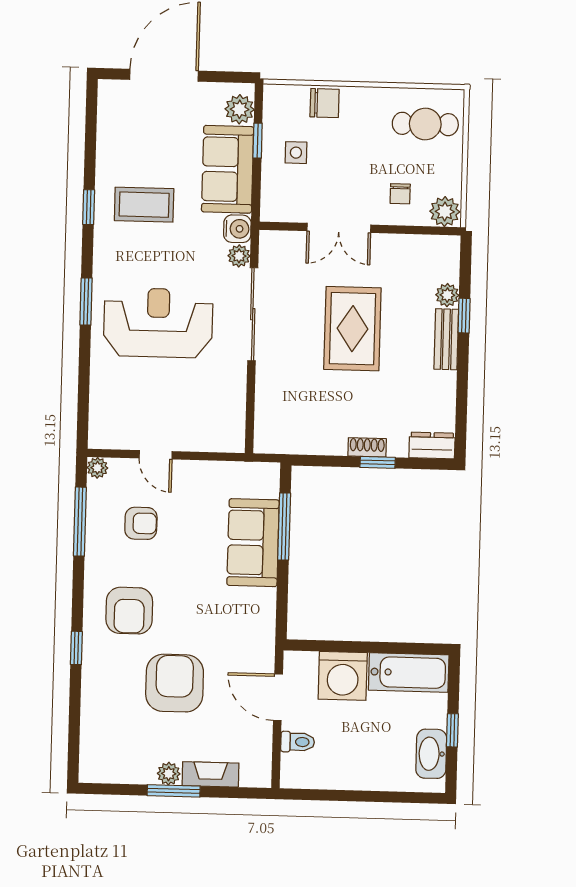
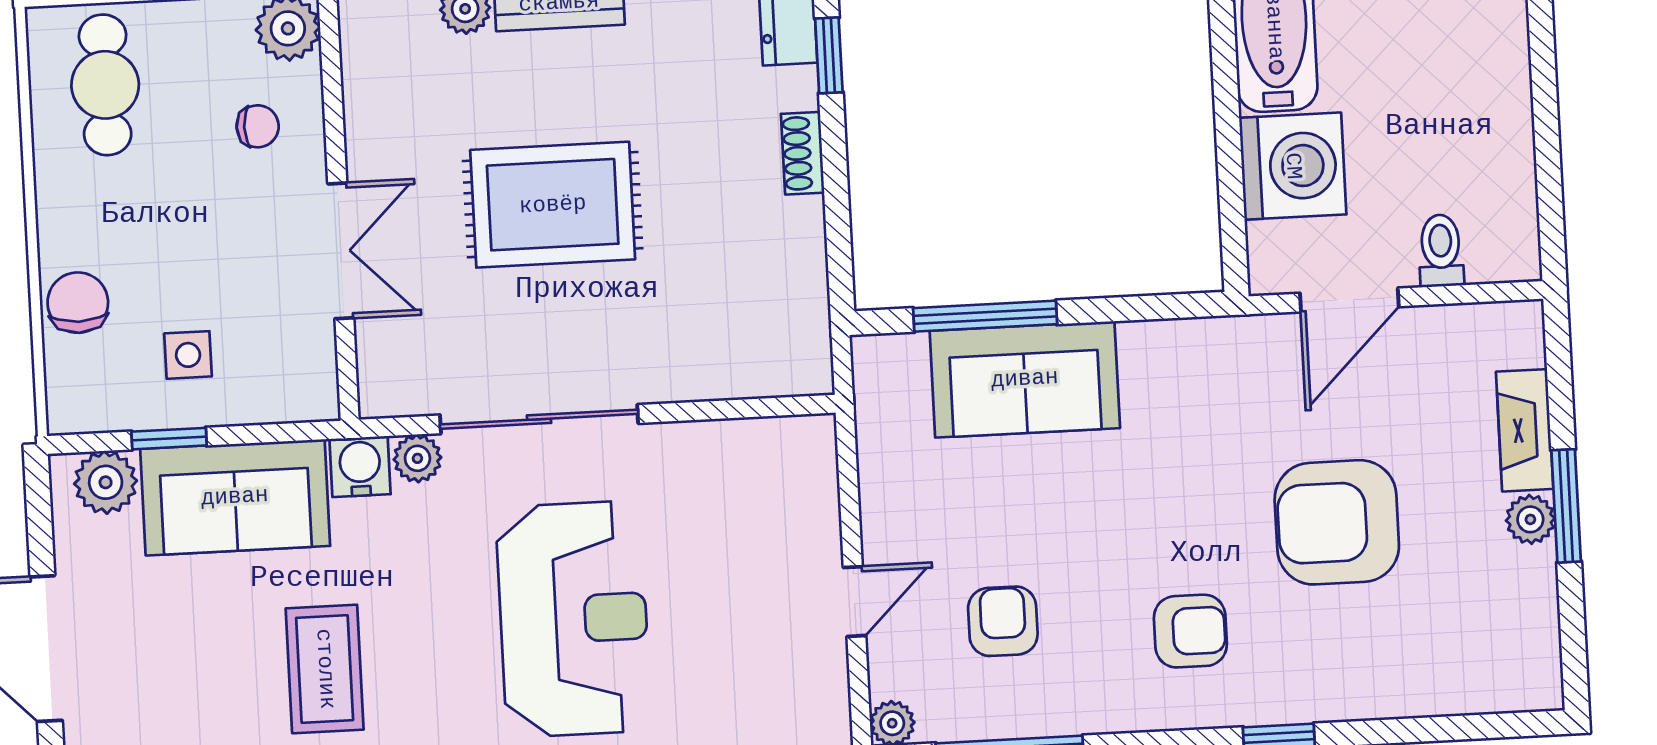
reception desk: (158, 323) -> (573, 619), turned 180
window: (378, 462) -> (829, 55), moved
armchair: (129, 611) -> (1190, 631), width x0.72, depth x0.72

